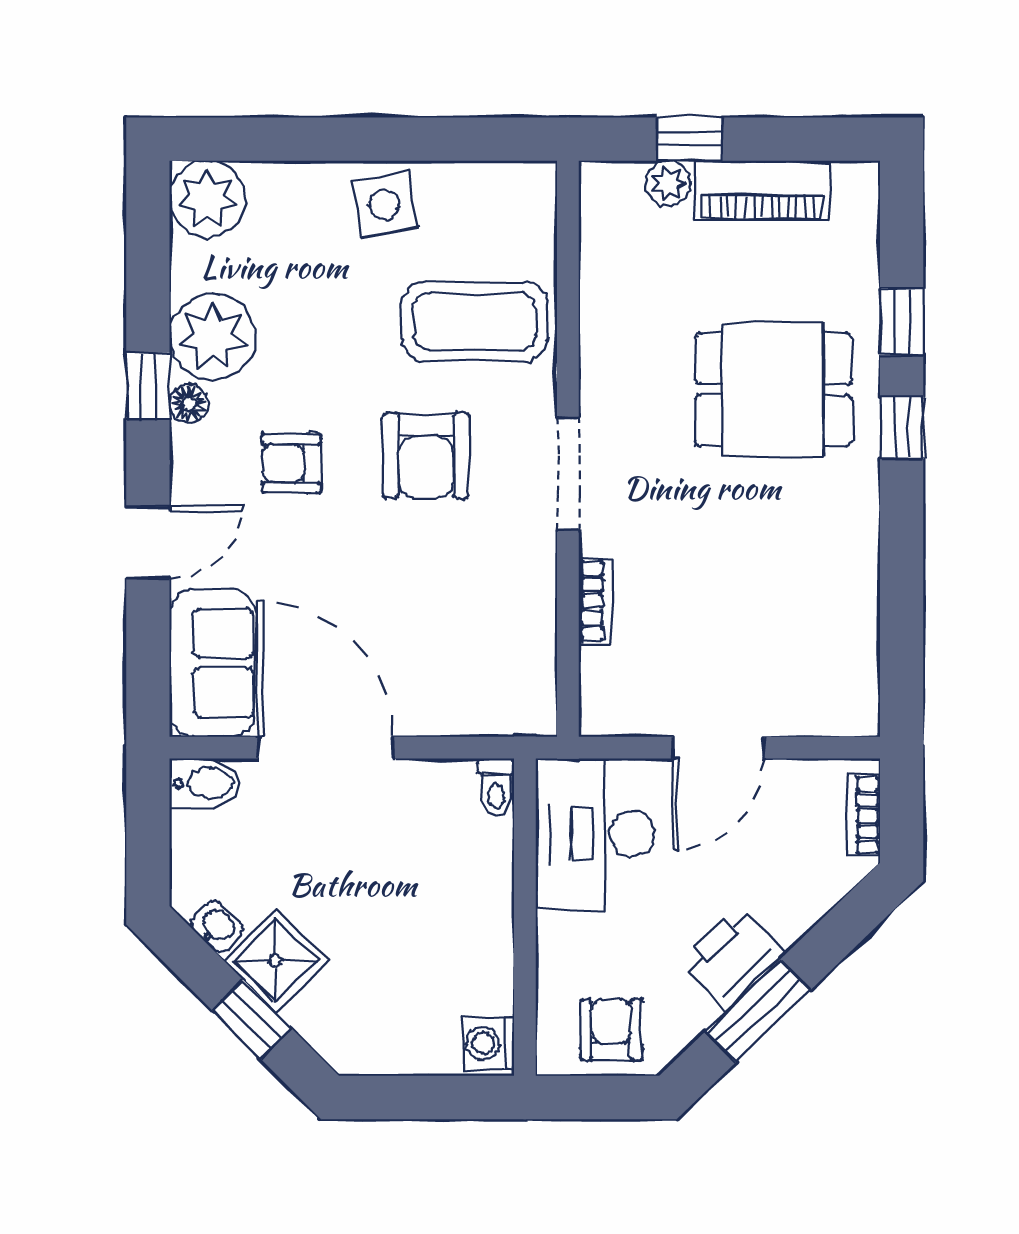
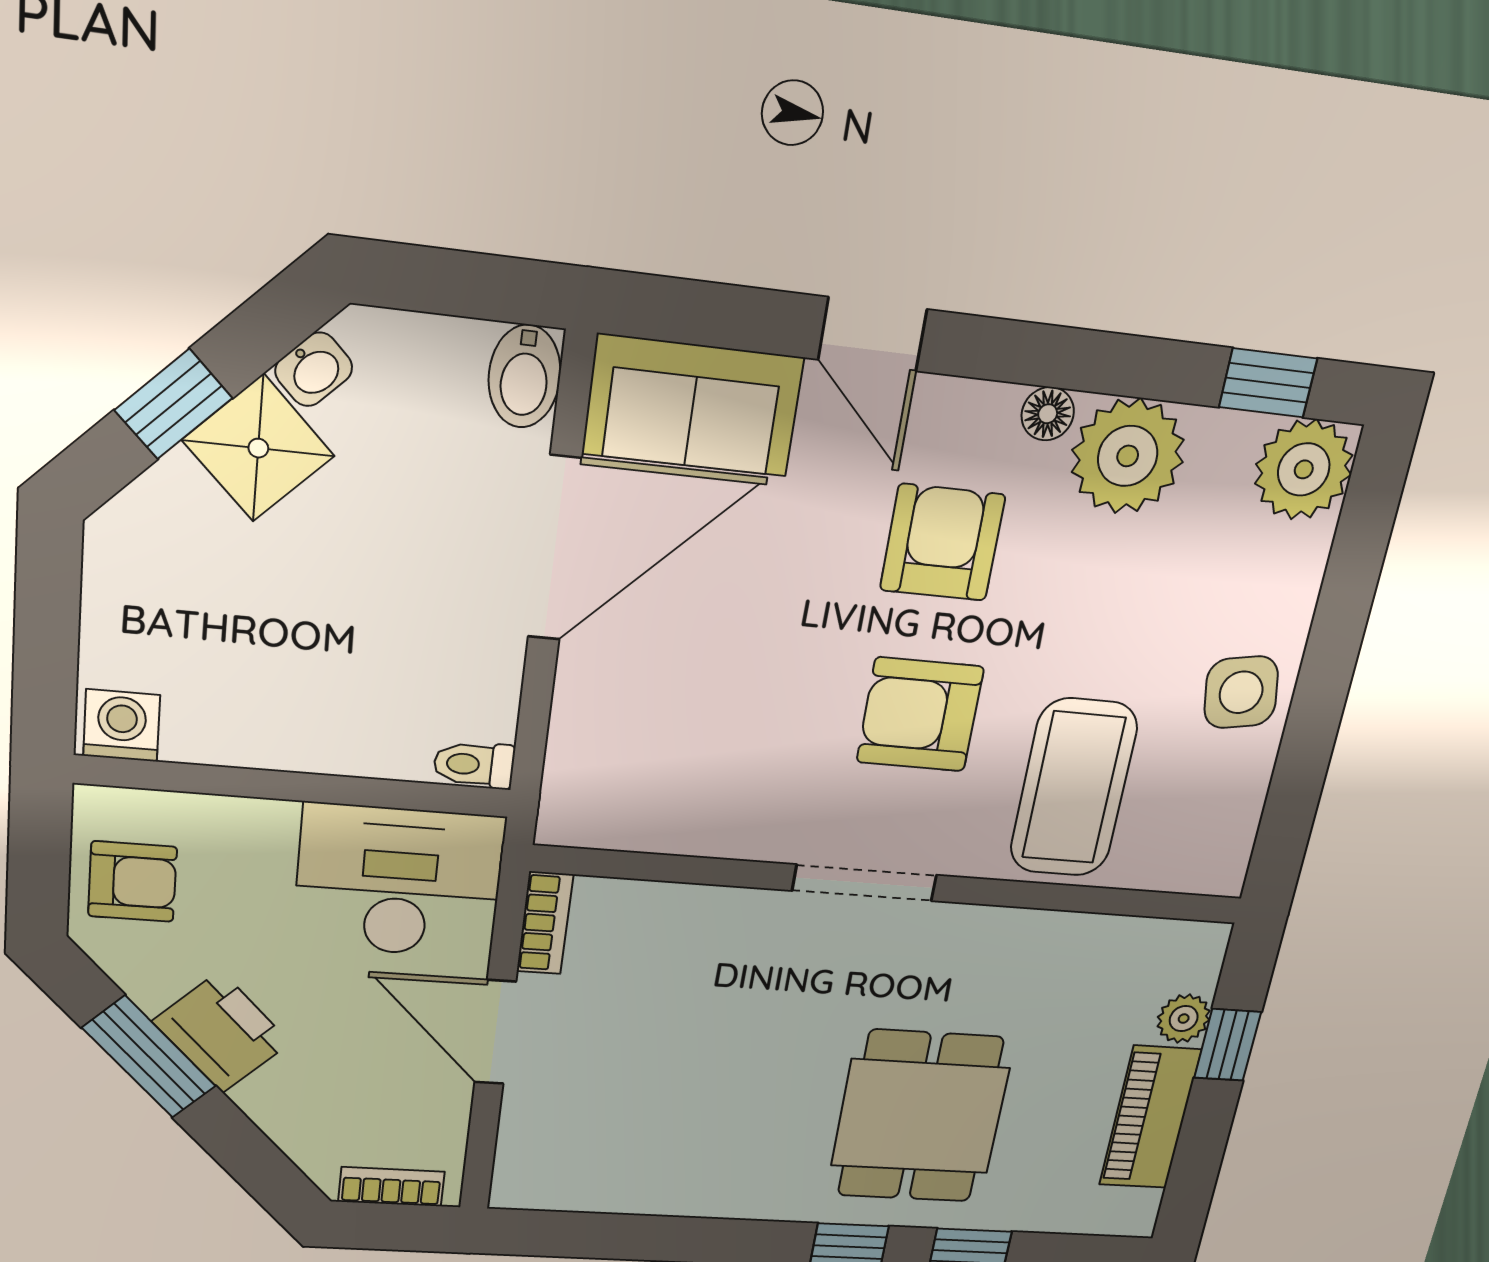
window: (148, 386) -> (1268, 383), moved
armchair: (291, 463) -> (943, 543), width x1.38, depth x1.38
bookcase: (596, 601) -> (545, 923), moved, turned -90

